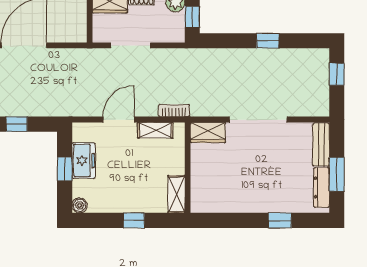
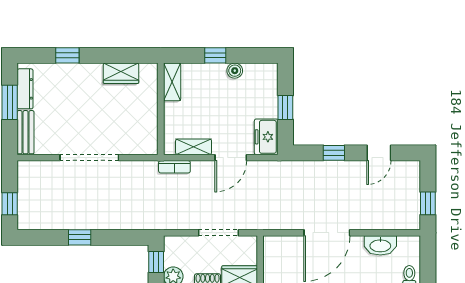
wardrobe: (208, 132) -> (121, 73), moved, turned 180
freezer: (84, 161) -> (266, 137), moved
boiler: (80, 205) -> (235, 71), moved

